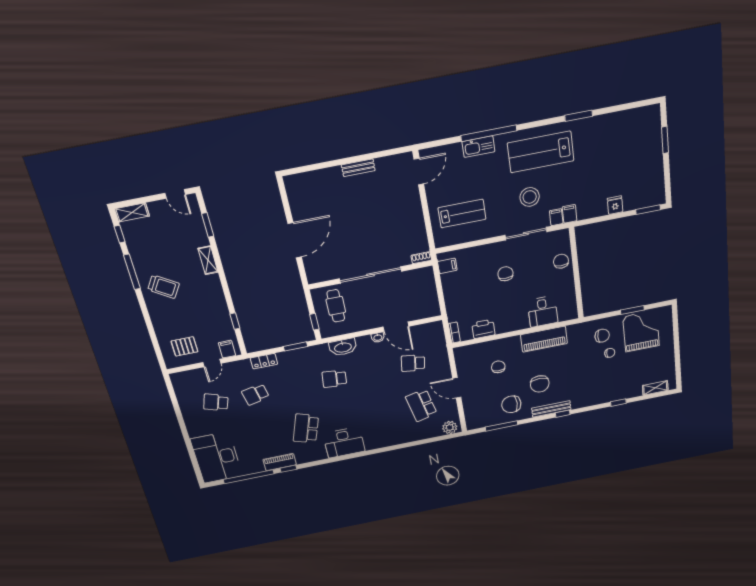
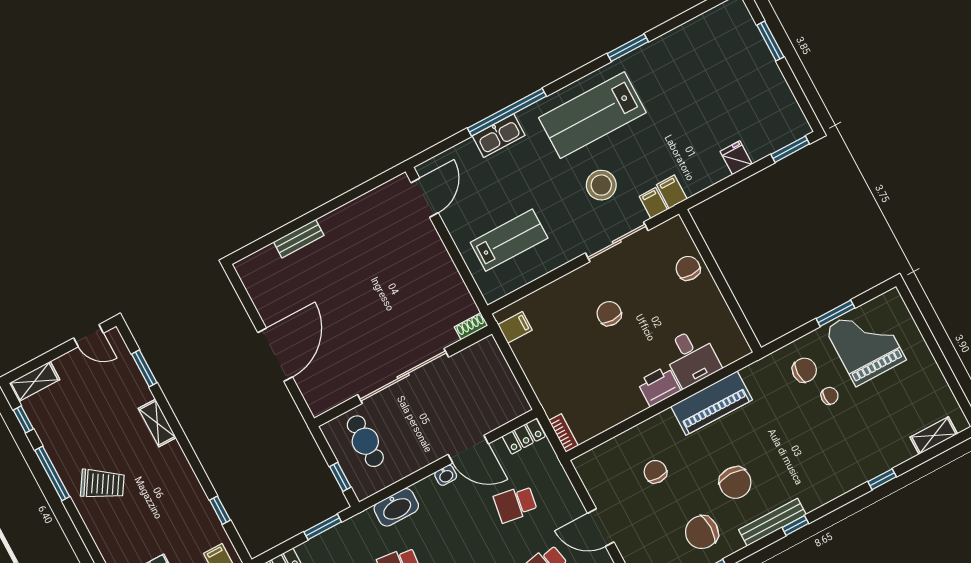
bench: (358, 168) -> (299, 239), moved
locker: (431, 328) -> (524, 436), added
printer: (483, 329) -> (659, 386), moved

